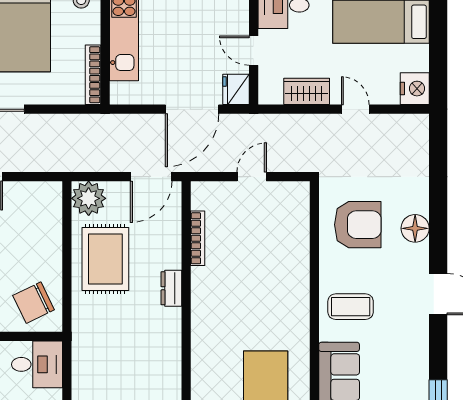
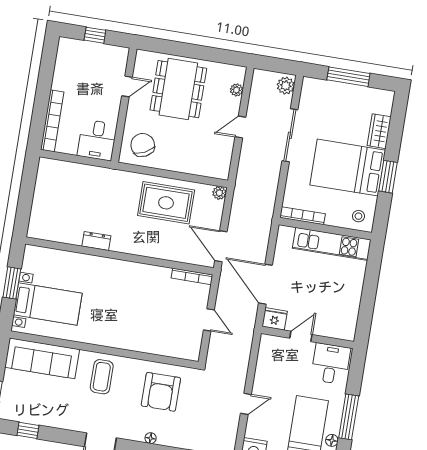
wardrobe: (307, 91) -> (265, 370), removed
plant: (89, 198) -> (219, 193), width x0.53, depth x0.53
floor lamp: (415, 228) -> (151, 438), width x0.53, depth x0.53
bookcase: (198, 238) -> (192, 276), moved
dresser: (171, 288) -> (96, 241), moved

